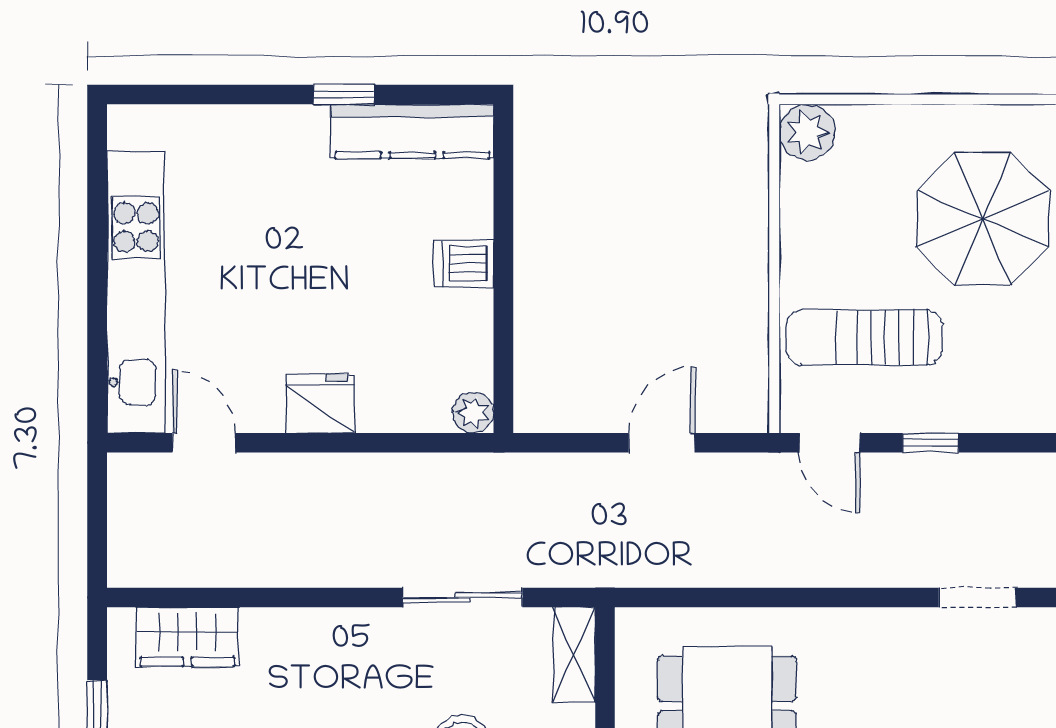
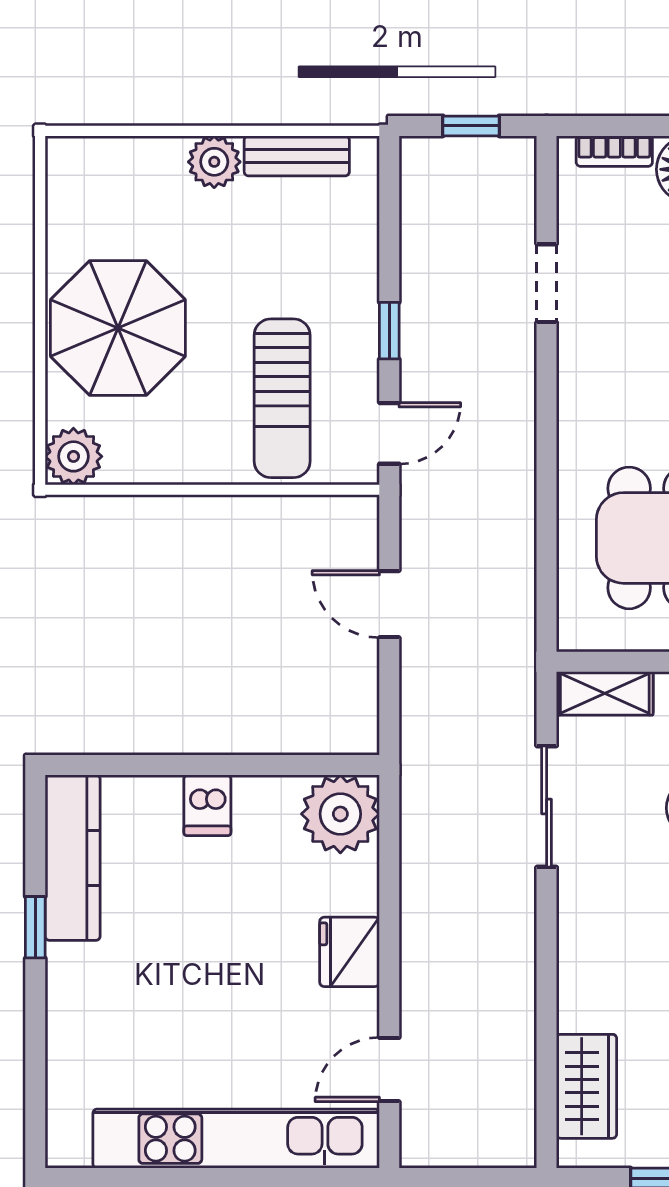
parasol: (983, 219) -> (118, 328), moved
plant: (473, 413) -> (340, 814), width x1.87, depth x1.87

